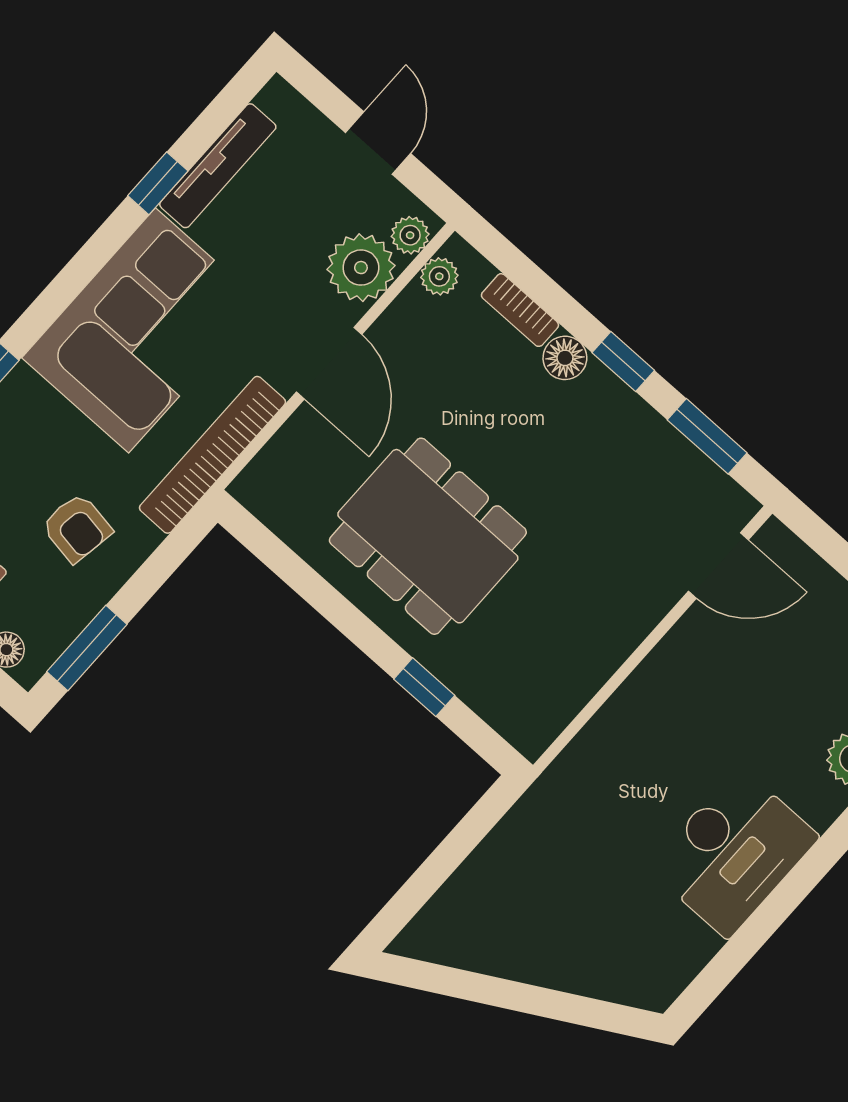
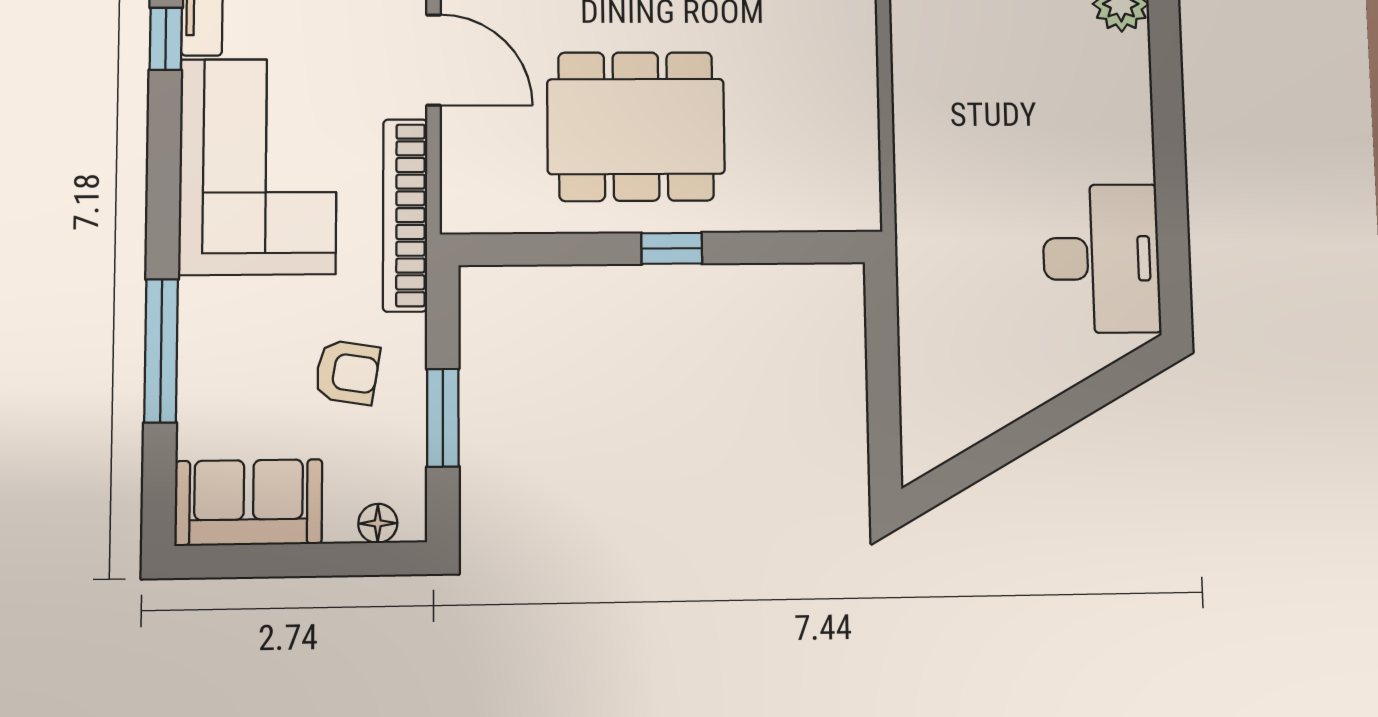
window: (87, 648) -> (443, 418), moved
window: (424, 687) -> (672, 248), moved
desk: (733, 852) -> (1101, 259), moved

